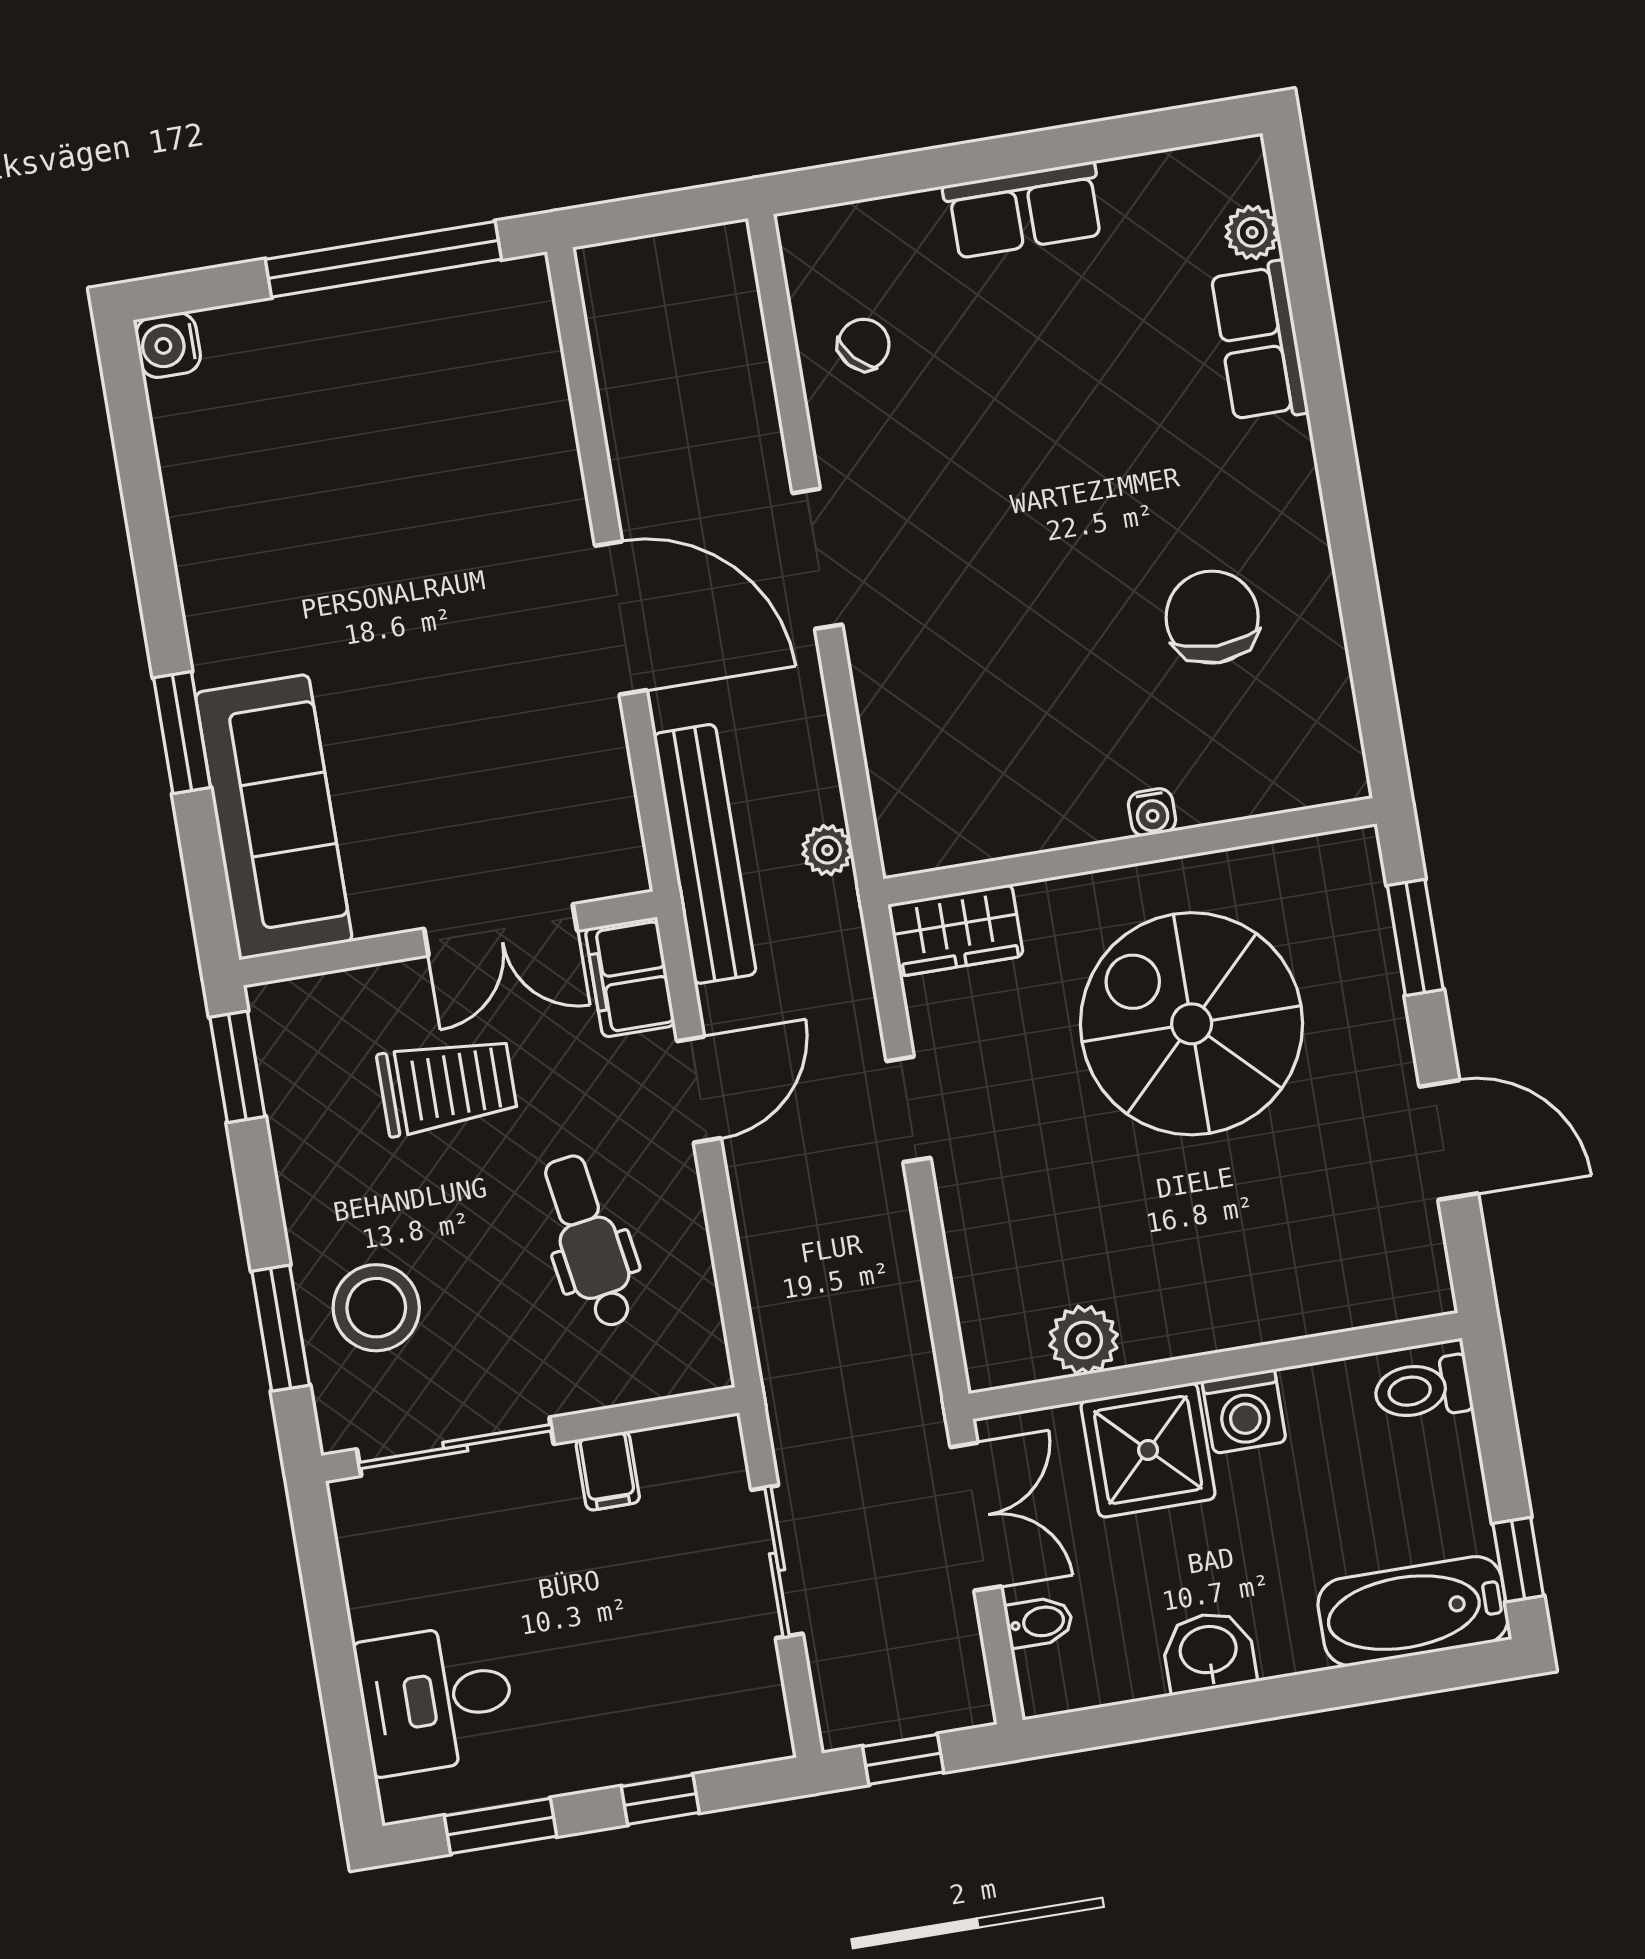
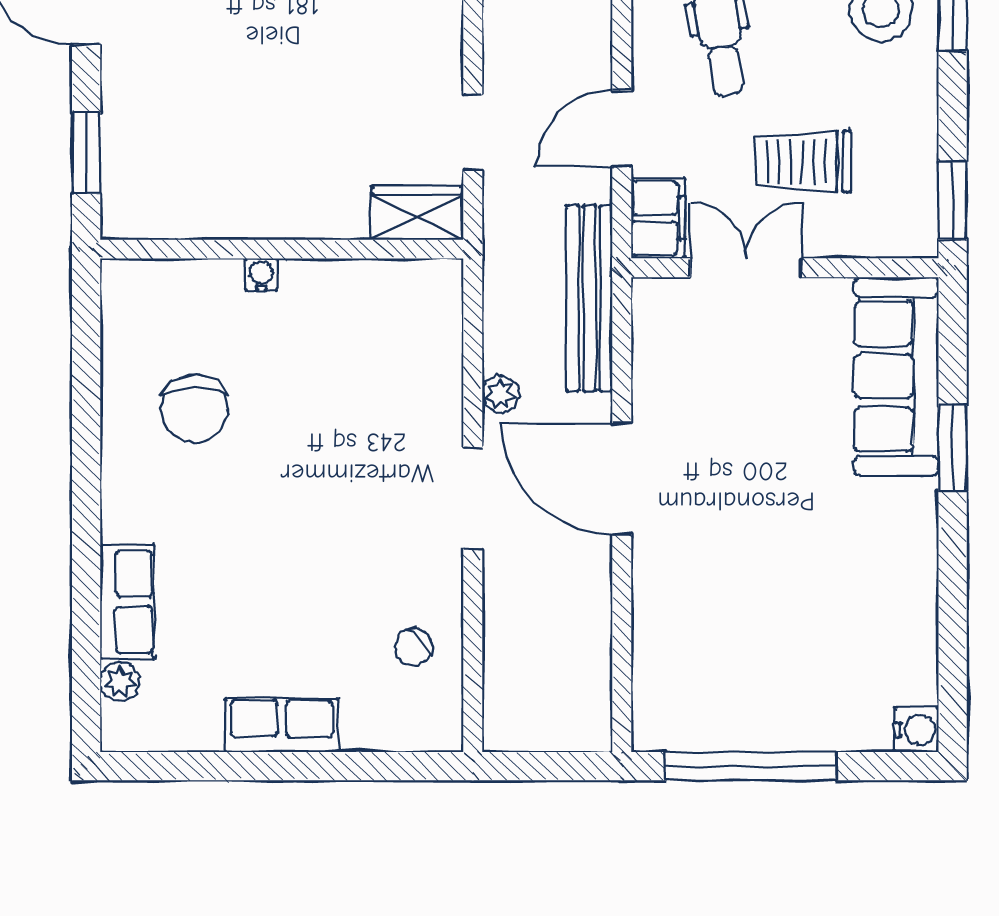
plant: (827, 850) -> (500, 394), moved
spiral stairs: (1192, 1024) -> (258, 117), removed
doorway: (909, 1109) -> (473, 132), moved

